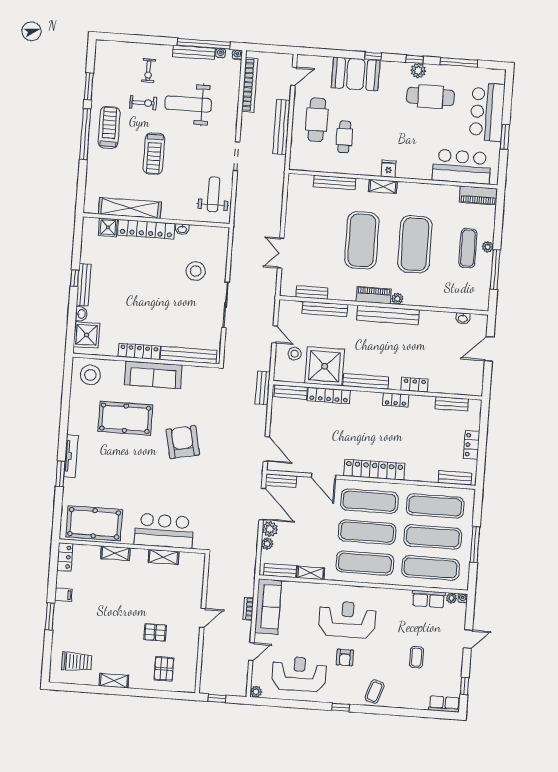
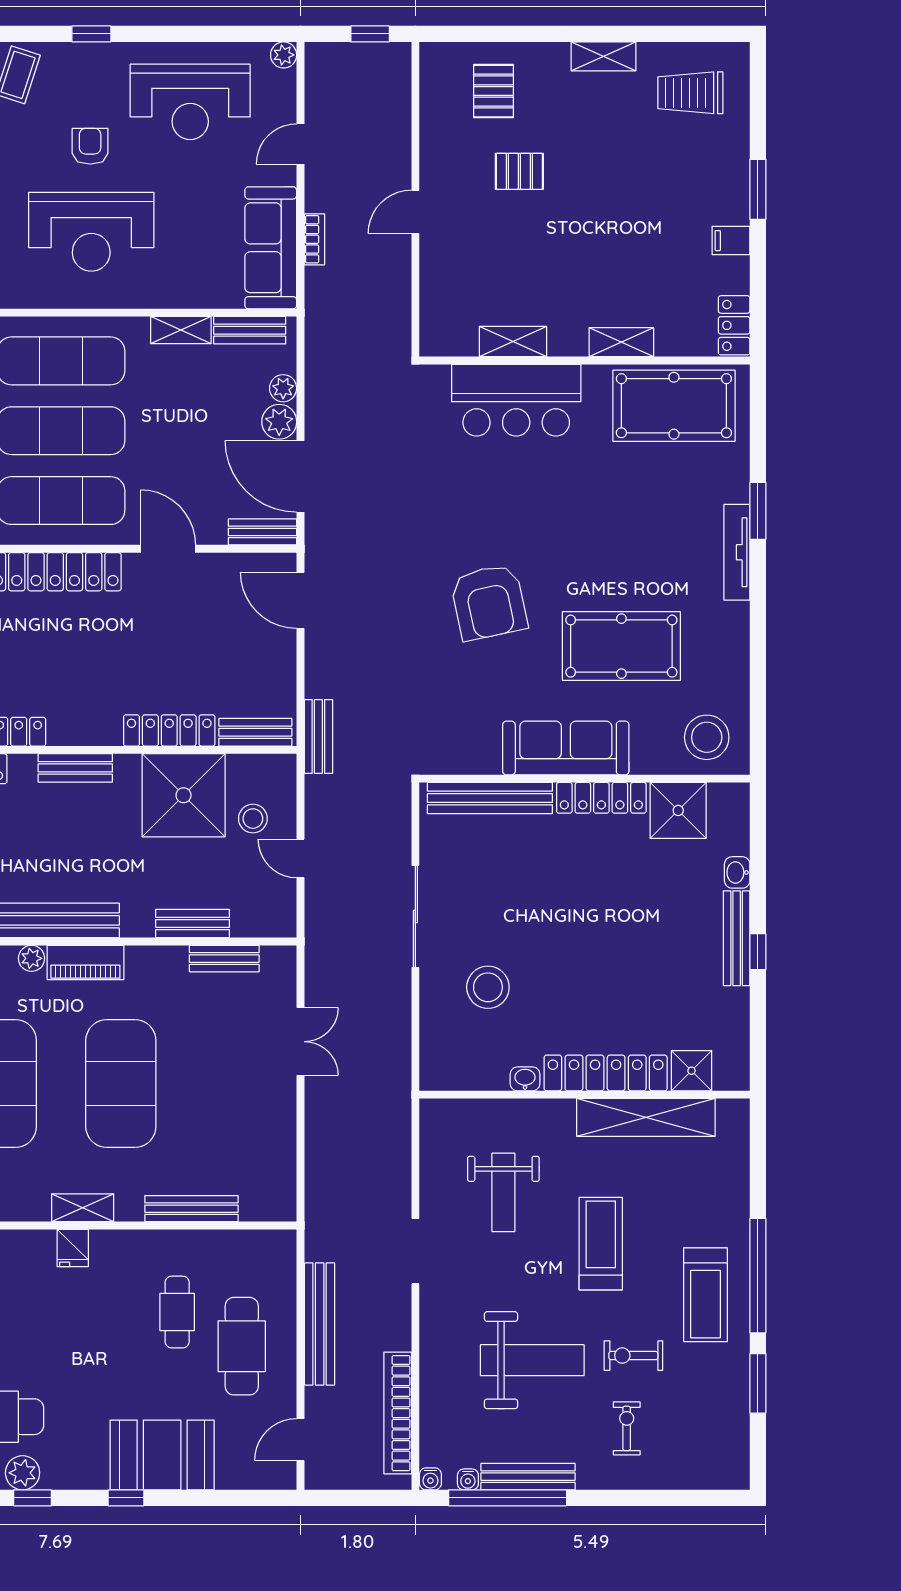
weight bench: (214, 194) -> (503, 1192), moved
bench: (325, 309) -> (193, 924), width x0.73
shower: (87, 335) -> (678, 810), moved
bench: (366, 381) -> (75, 768), width x0.73

